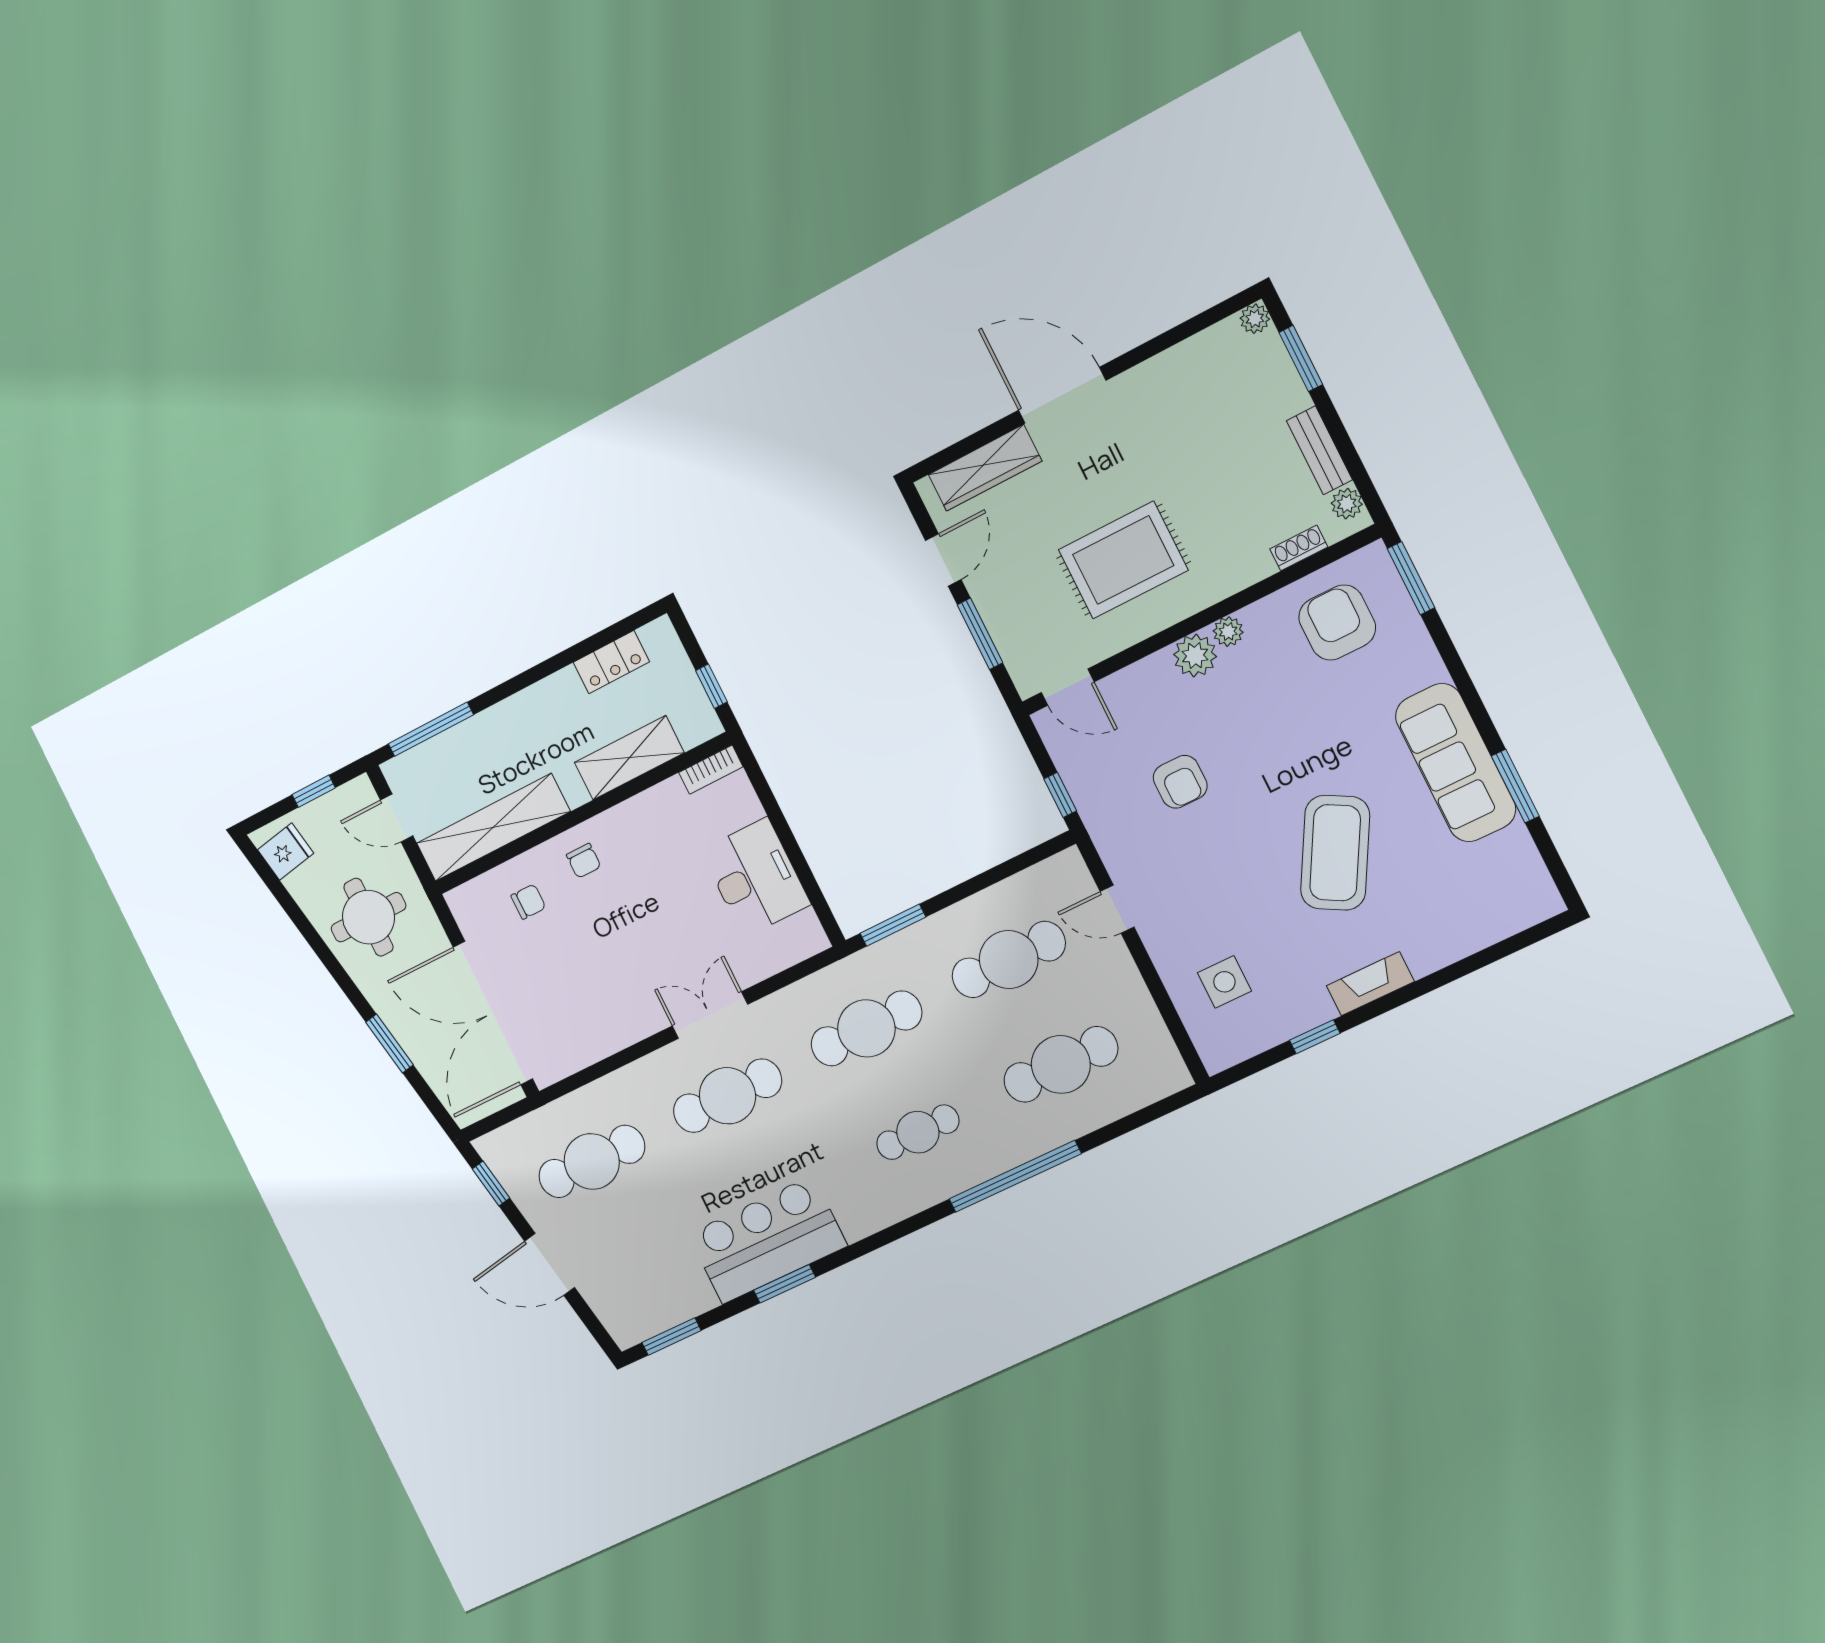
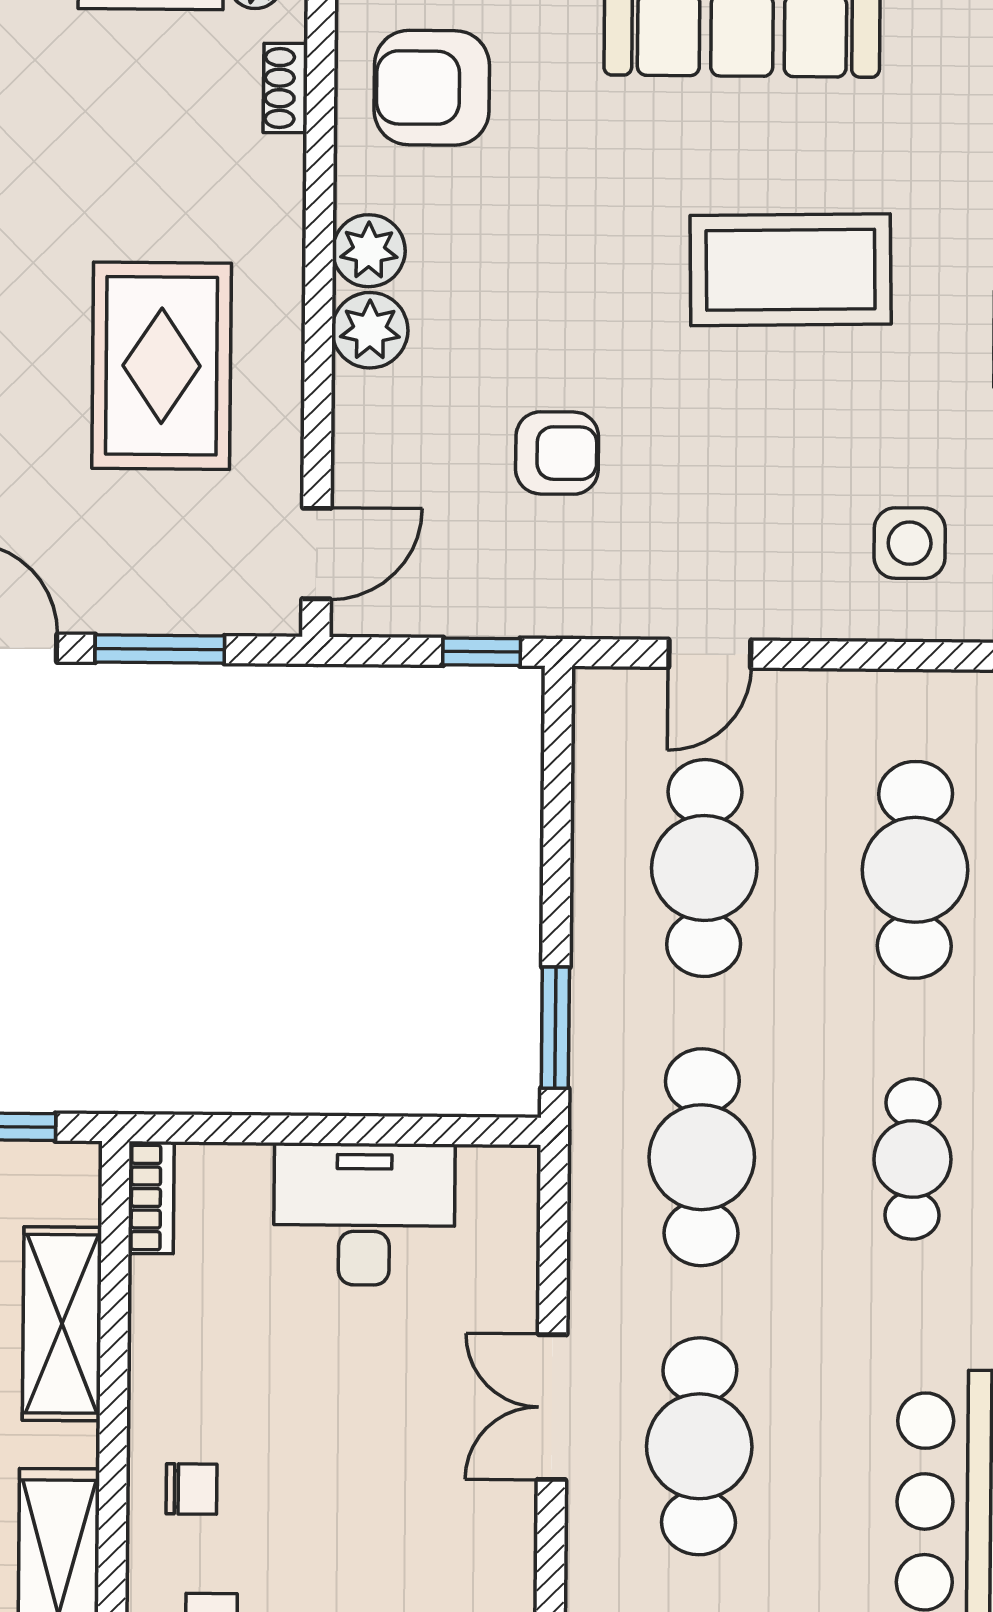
plant: (1228, 632) -> (369, 251), width x1.38, depth x1.38
coffee table: (1335, 853) -> (791, 270), turned -30

